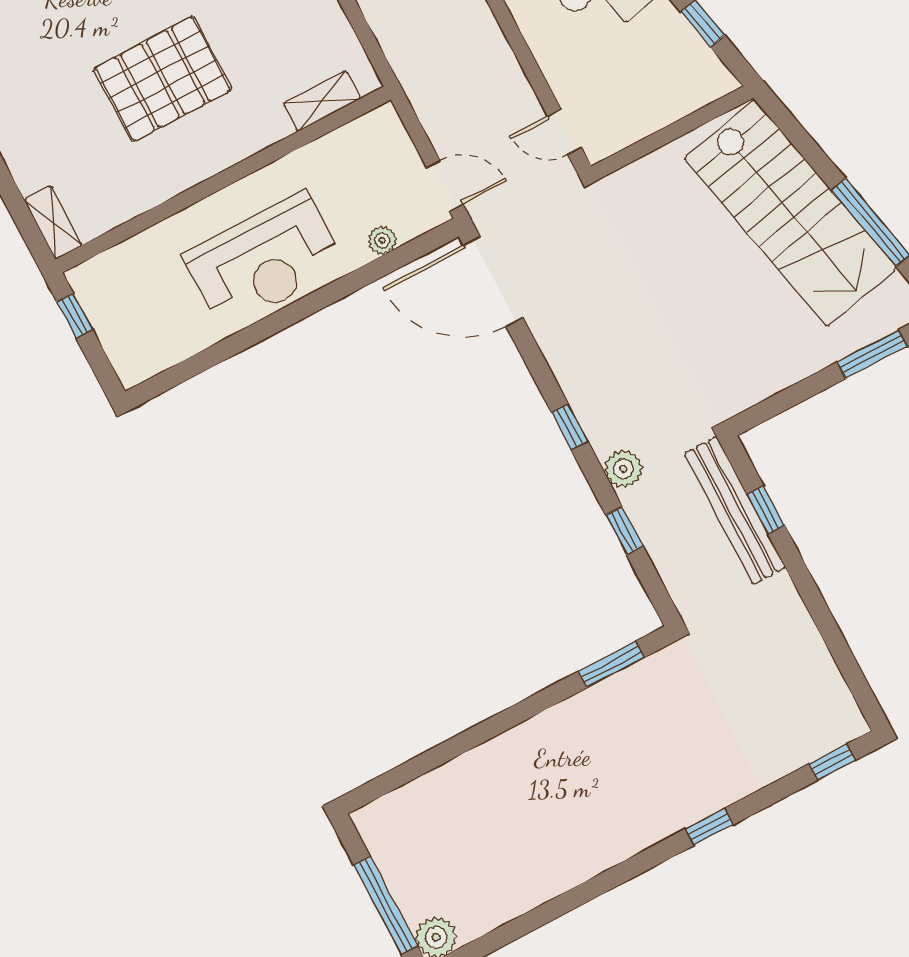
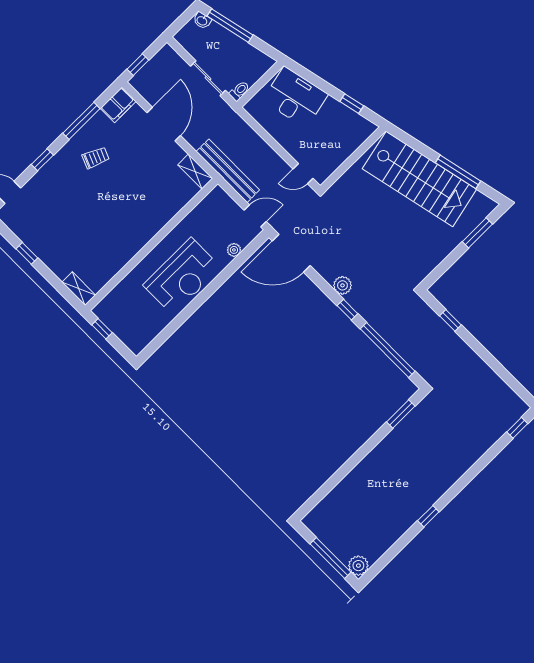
pallet: (163, 79) -> (109, 206), removed
shelving: (322, 101) -> (195, 172), moved, turned 90
plant: (623, 469) -> (342, 285), moved
bench: (735, 510) -> (228, 171), moved
window: (624, 530) -> (388, 350), width x3.17
window: (709, 827) -> (428, 516), moved

